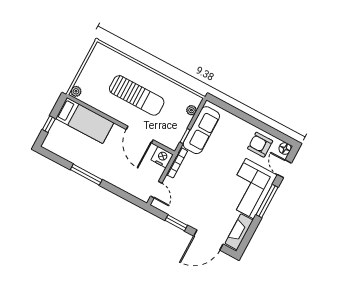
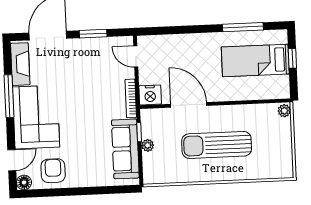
plant: (191, 110) -> (148, 145), moved
bed: (85, 121) -> (255, 61), moved
armchair: (260, 145) -> (53, 171), turned -90
door: (284, 169) -> (12, 160), hinge flipped
window: (86, 175) -> (243, 27), moved
window: (267, 201) -> (9, 96), moved

